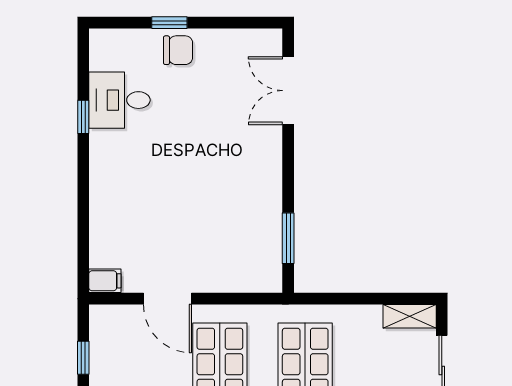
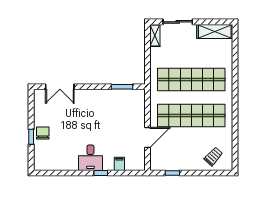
desk: (119, 100) -> (90, 158), moved
window: (83, 117) -> (101, 173), moved
filing cabinet: (105, 281) -> (119, 164), moved

